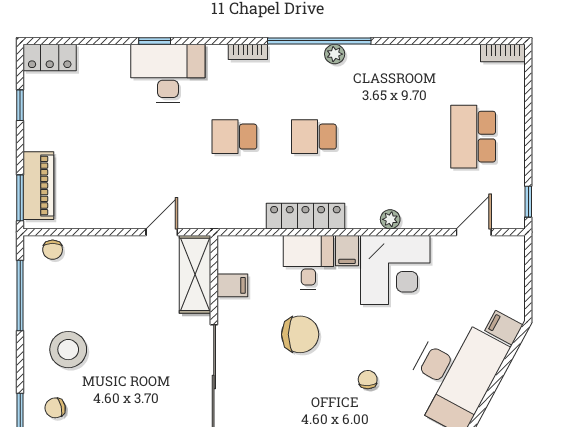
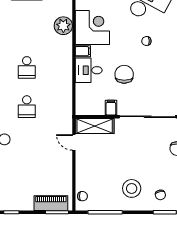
locker: (305, 216) -> (66, 72), removed
plant: (390, 219) -> (63, 26), width x1.87, depth x1.87
filing cabinet: (232, 285) -> (111, 108), moved

